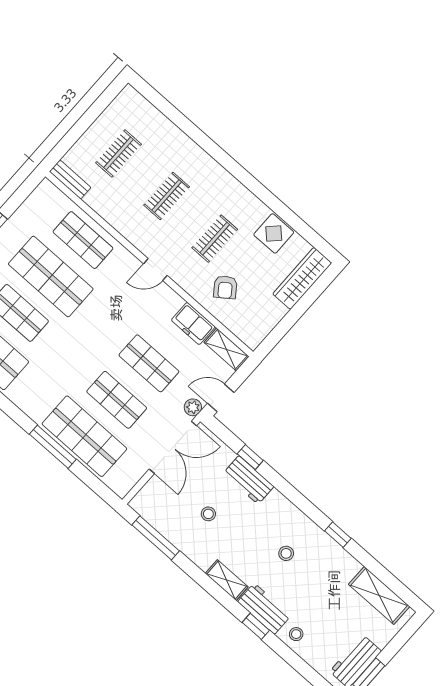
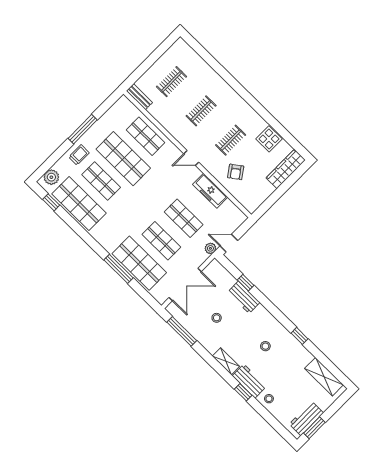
freezer: (193, 323) -> (210, 191), width x1.40
shelving: (226, 349) -> (234, 212), removed
double door: (173, 447) -> (185, 285), moved

